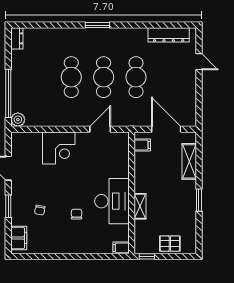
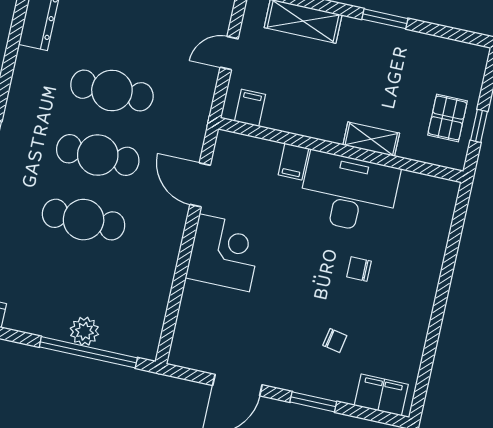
plant: (18, 120) -> (84, 331), moved
door: (166, 129) -> (229, 53), width x0.53
corner desk: (59, 148) -> (224, 253), moved
pallet: (170, 244) -> (447, 118), moved
filing cabinet: (121, 248) -> (293, 162), moved
window: (147, 256) -> (479, 126), moved

